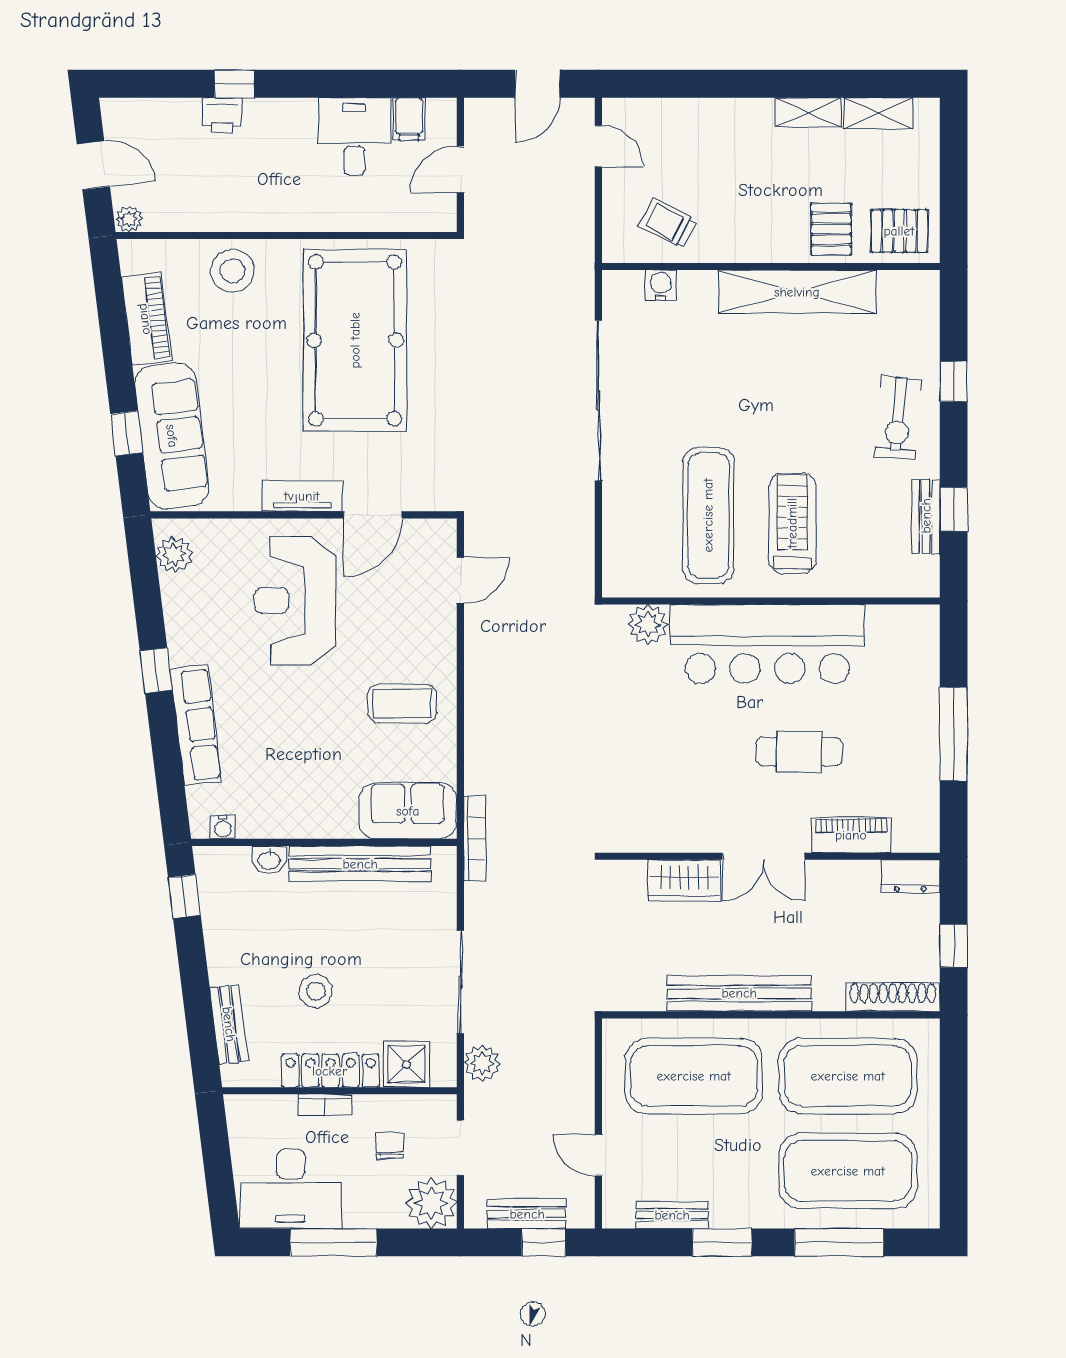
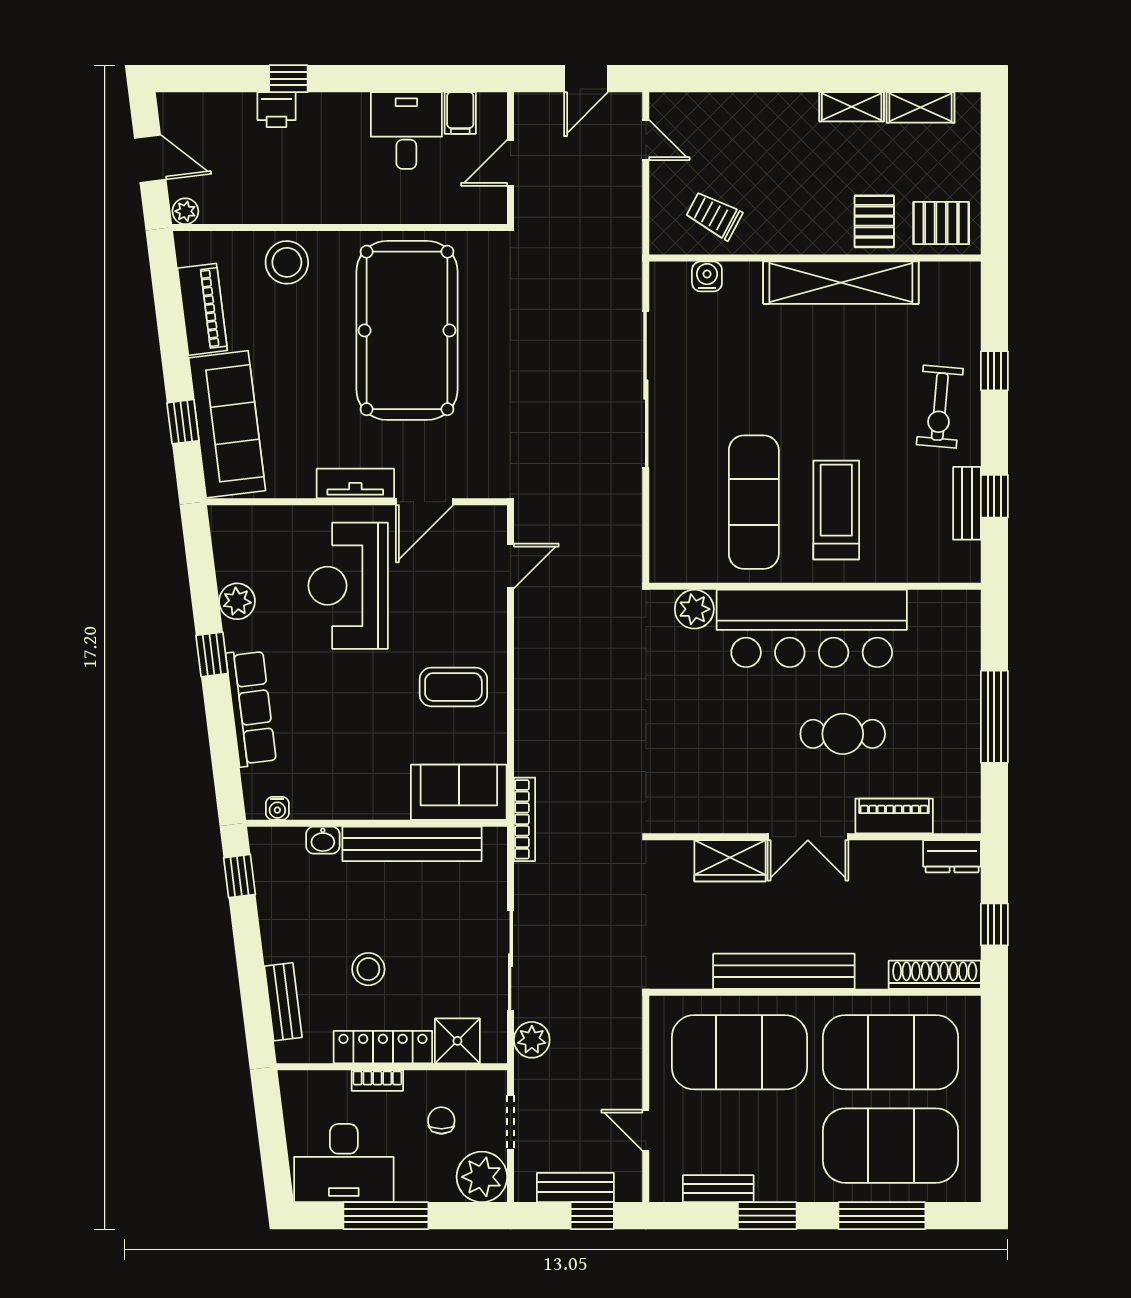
plant: (174, 555) -> (237, 601), moved

